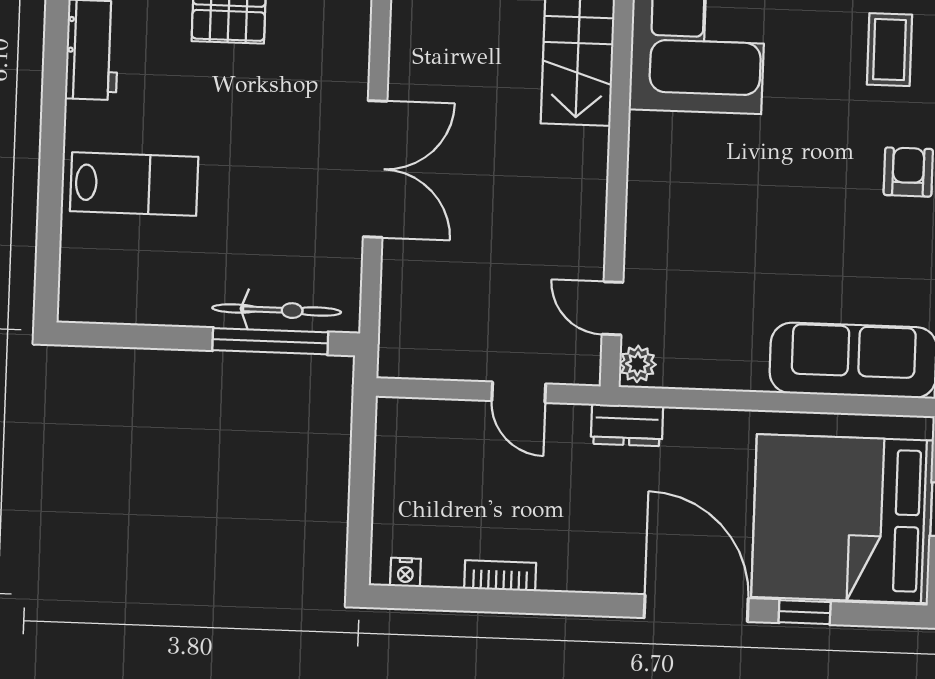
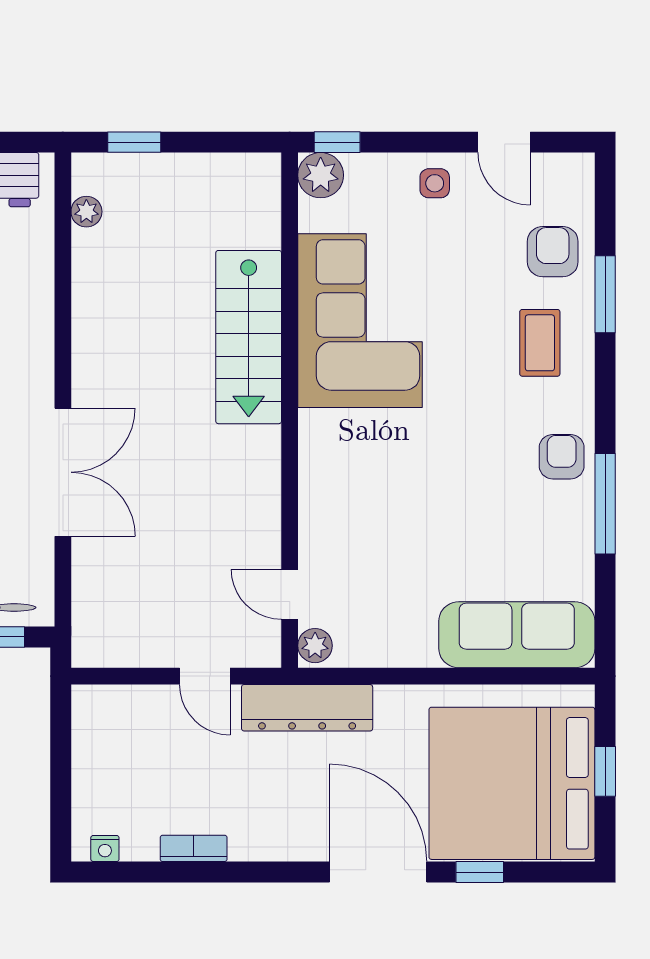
dresser: (627, 425) -> (307, 708), width x1.96, depth x1.24

